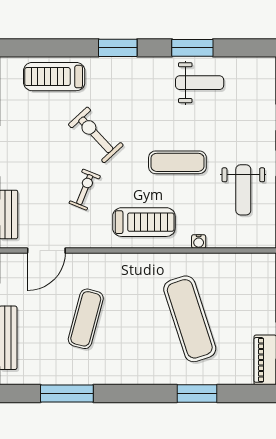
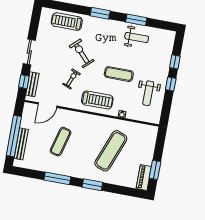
exercise mat: (190, 319) -> (111, 151), turned 39
window: (67, 394) -> (57, 178), moved
window: (197, 394) -> (92, 185), moved

